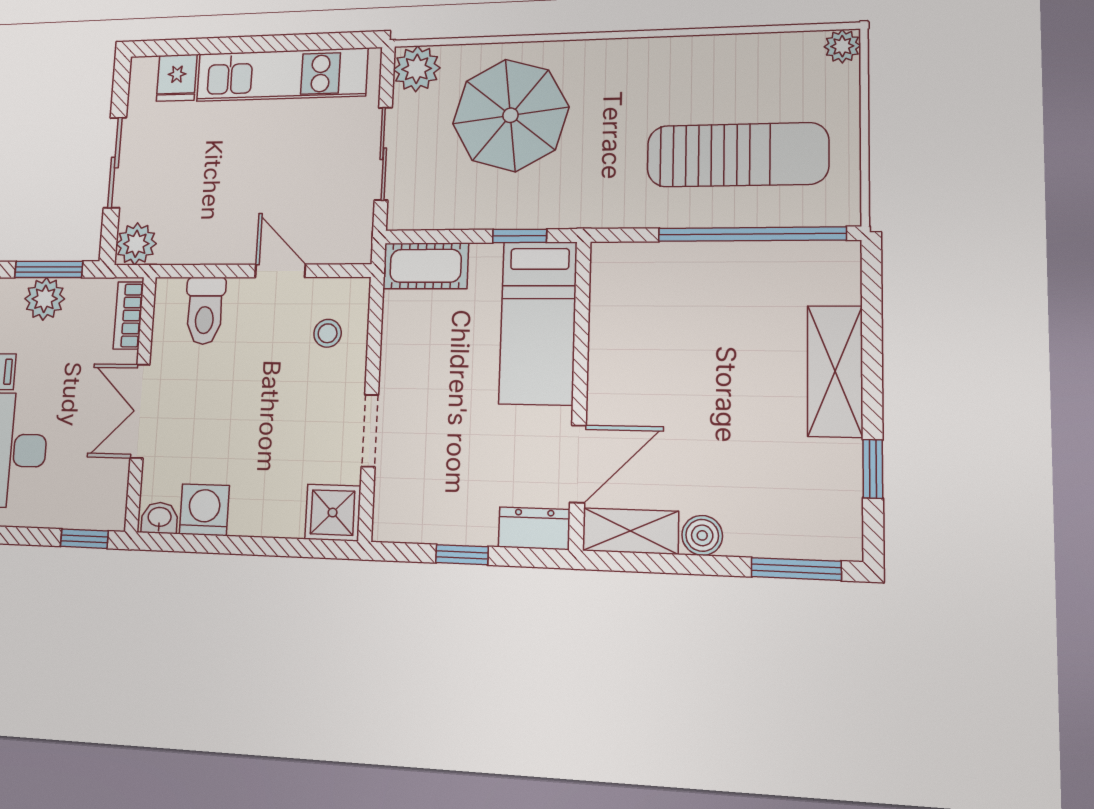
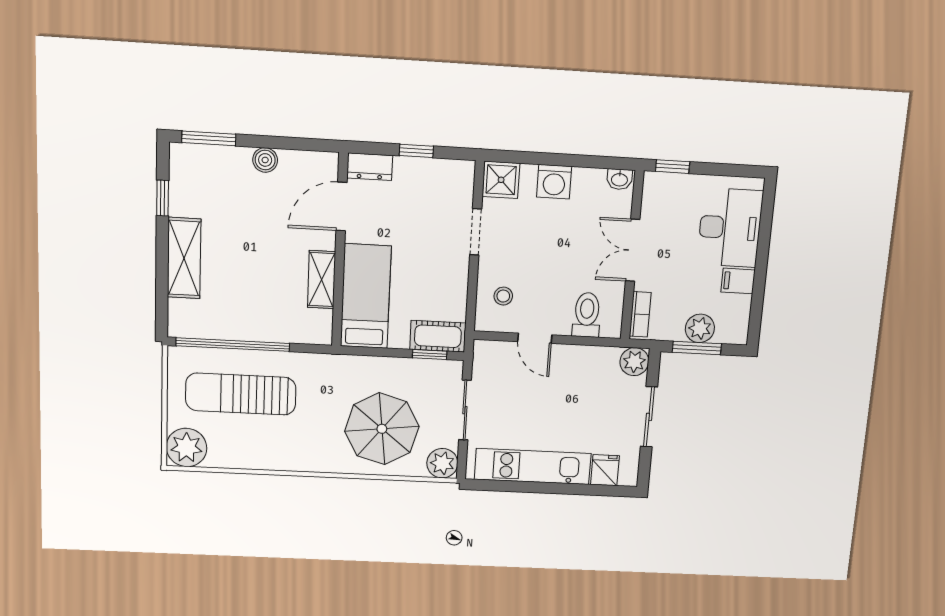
plant: (842, 46) -> (186, 447), width x1.87, depth x1.87
window: (520, 236) -> (430, 355), moved
double door: (140, 411) -> (633, 250), swing flipped
washing machine: (204, 510) -> (554, 182), moved
shelving: (630, 531) -> (322, 280), moved, turned 90

